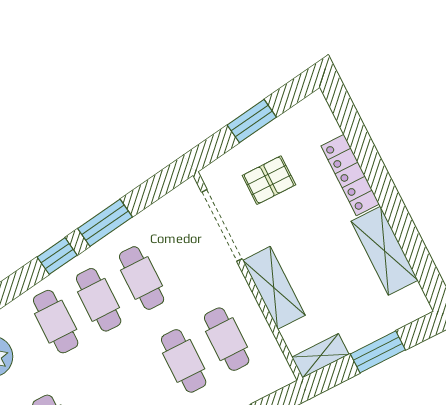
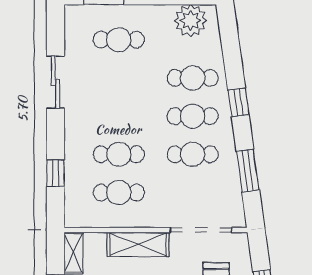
window: (105, 223) -> (248, 171), moved

